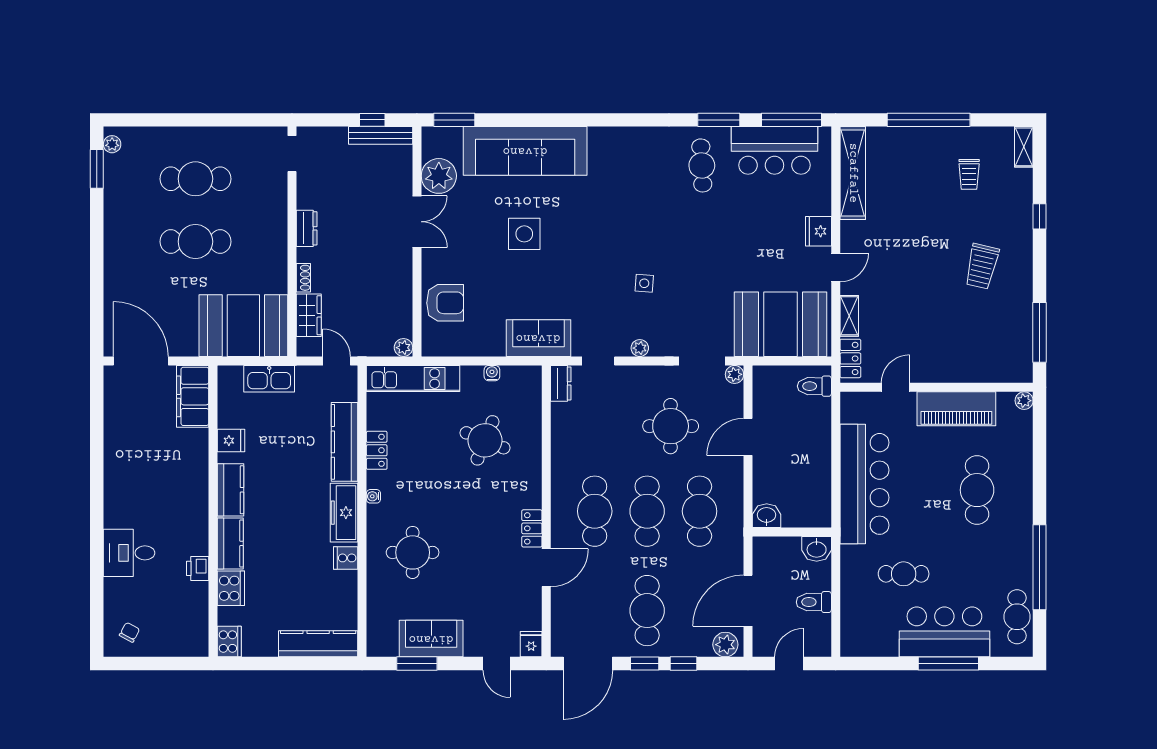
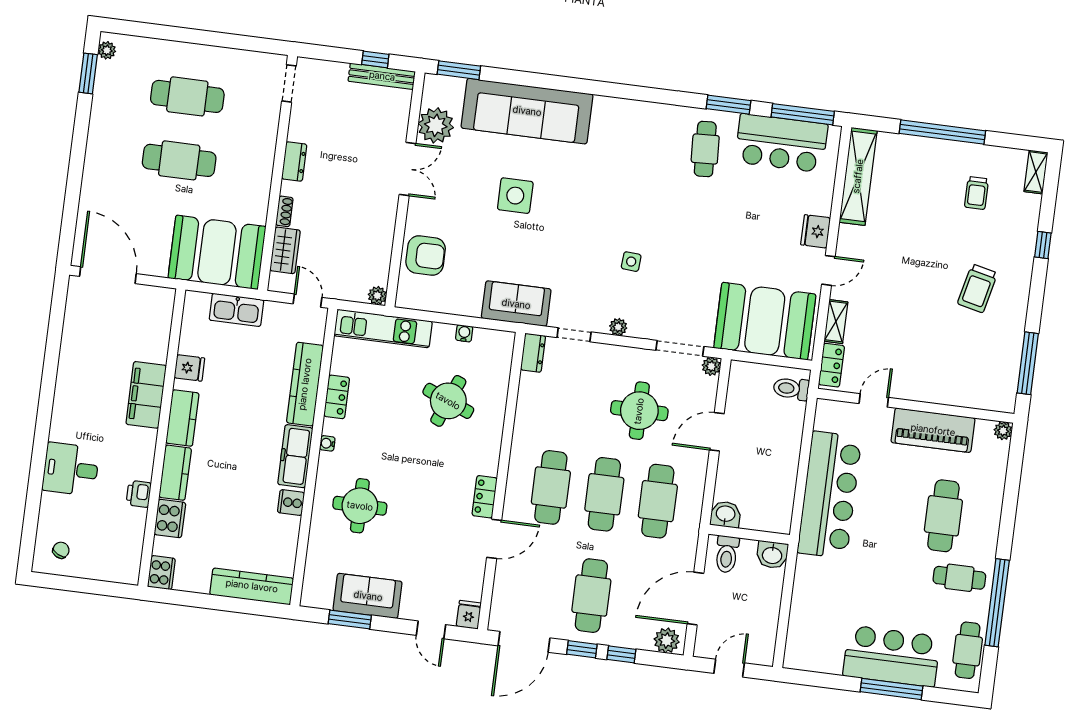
filing cabinet: (193, 396) -> (146, 395), moved
cafe table: (904, 574) -> (959, 578), moved
toilet: (814, 602) -> (727, 554), moved, turned -90

